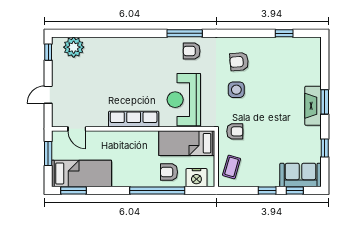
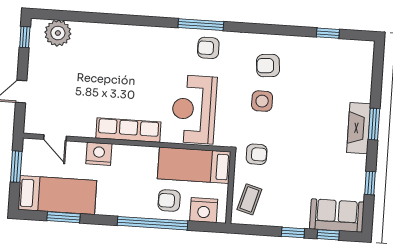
nightstand: (112, 139) -> (99, 154), added
window: (74, 191) -> (63, 217), moved

